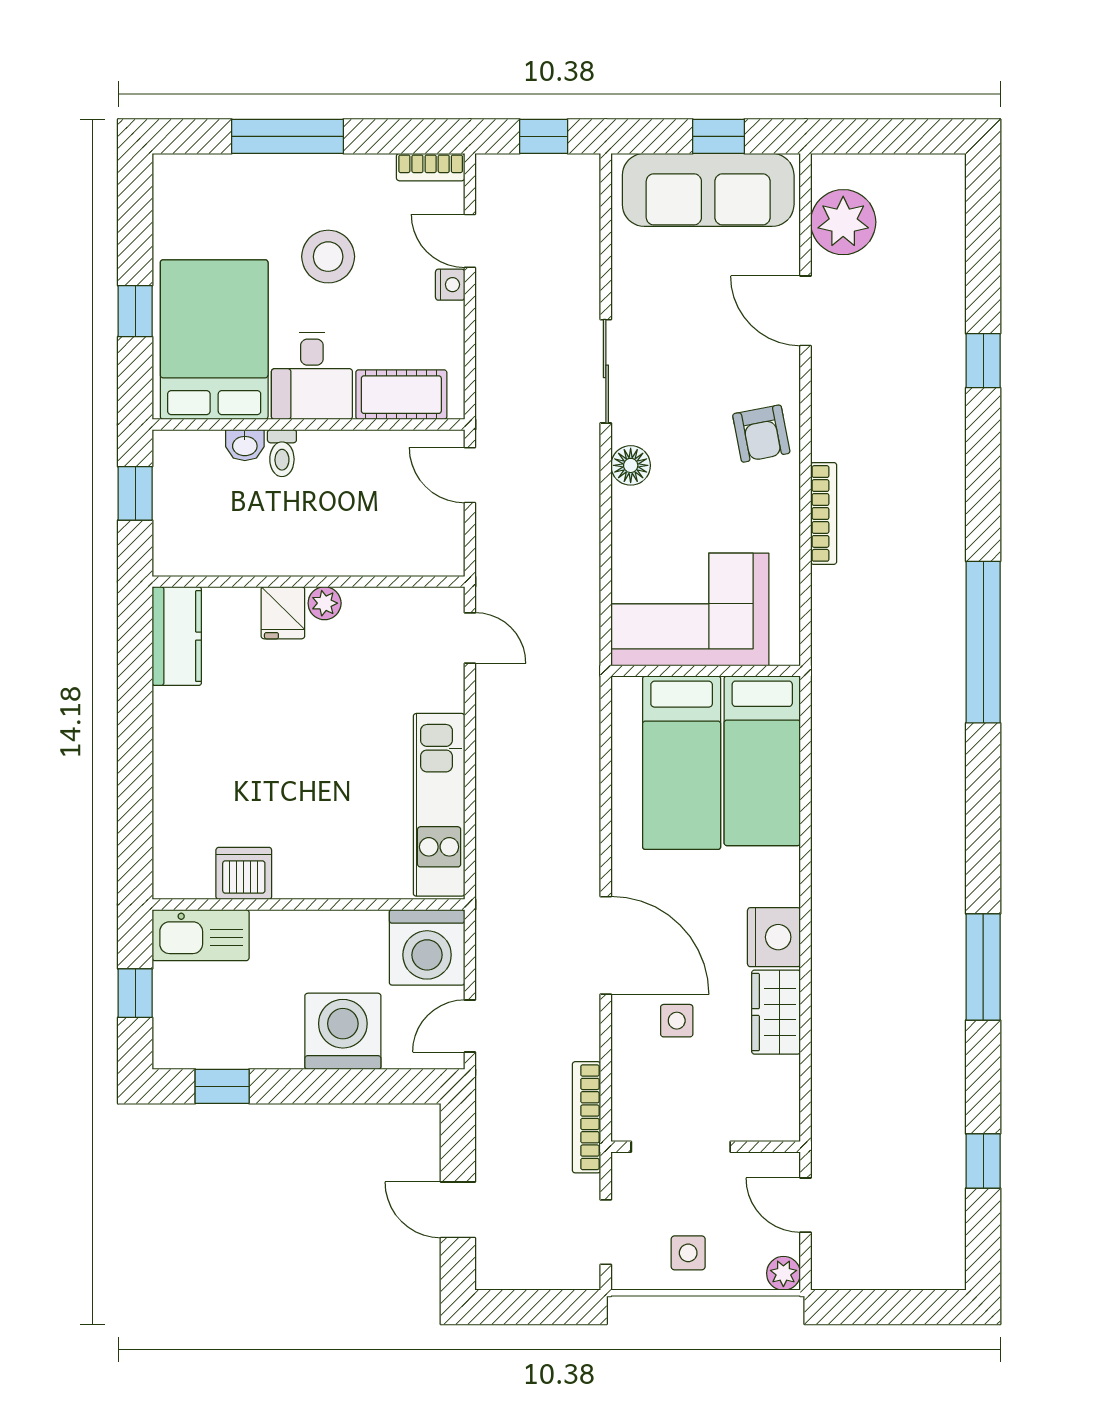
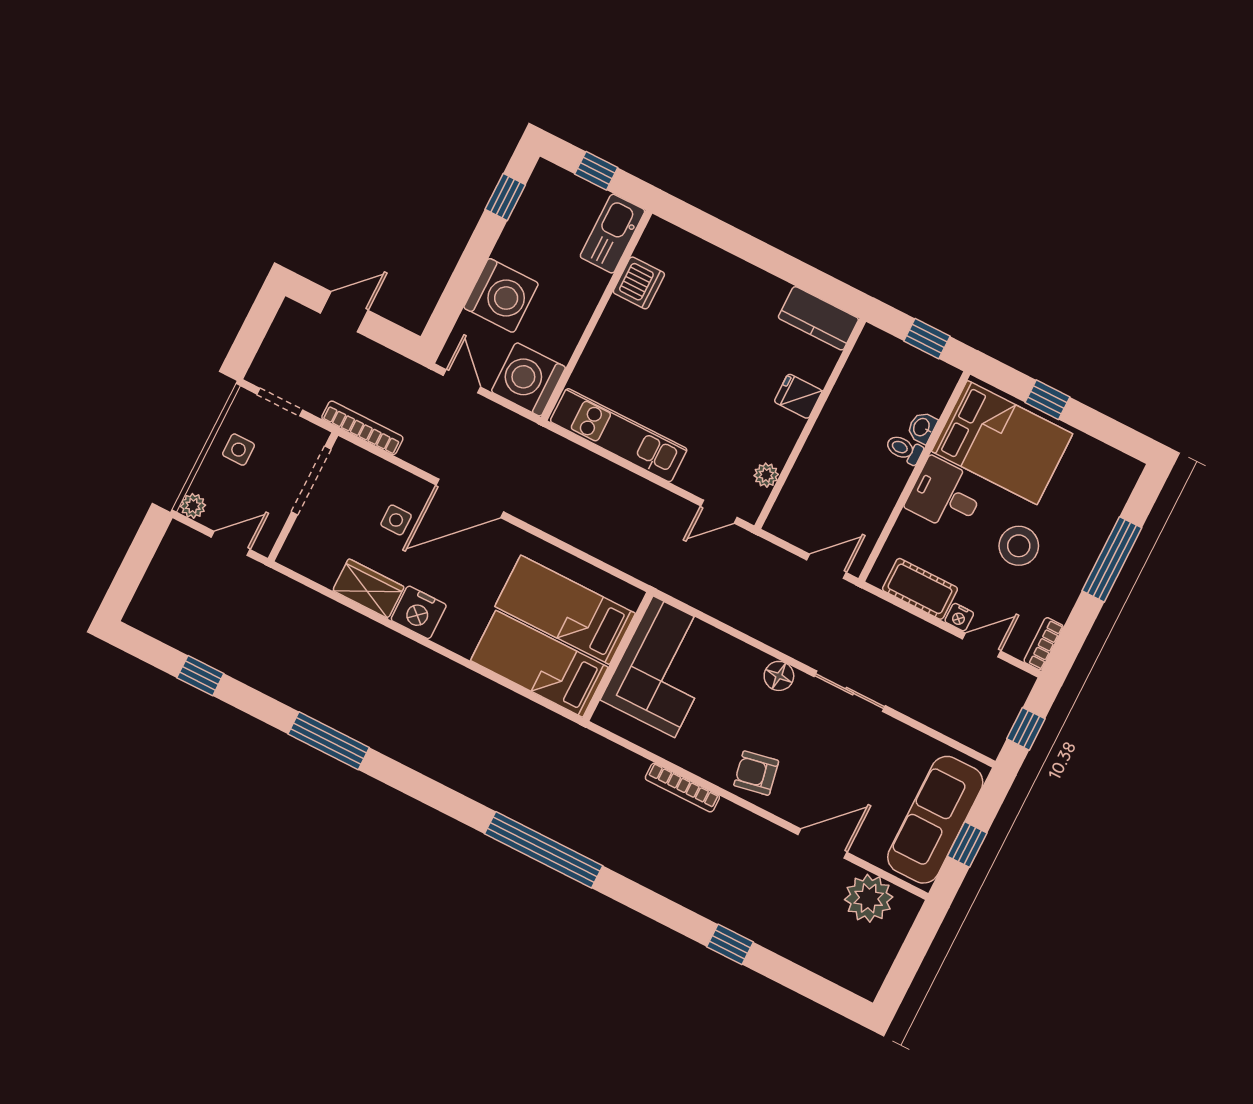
cot: (401, 395) -> (920, 589), moved, turned 90
plant: (325, 603) -> (766, 475), moved

